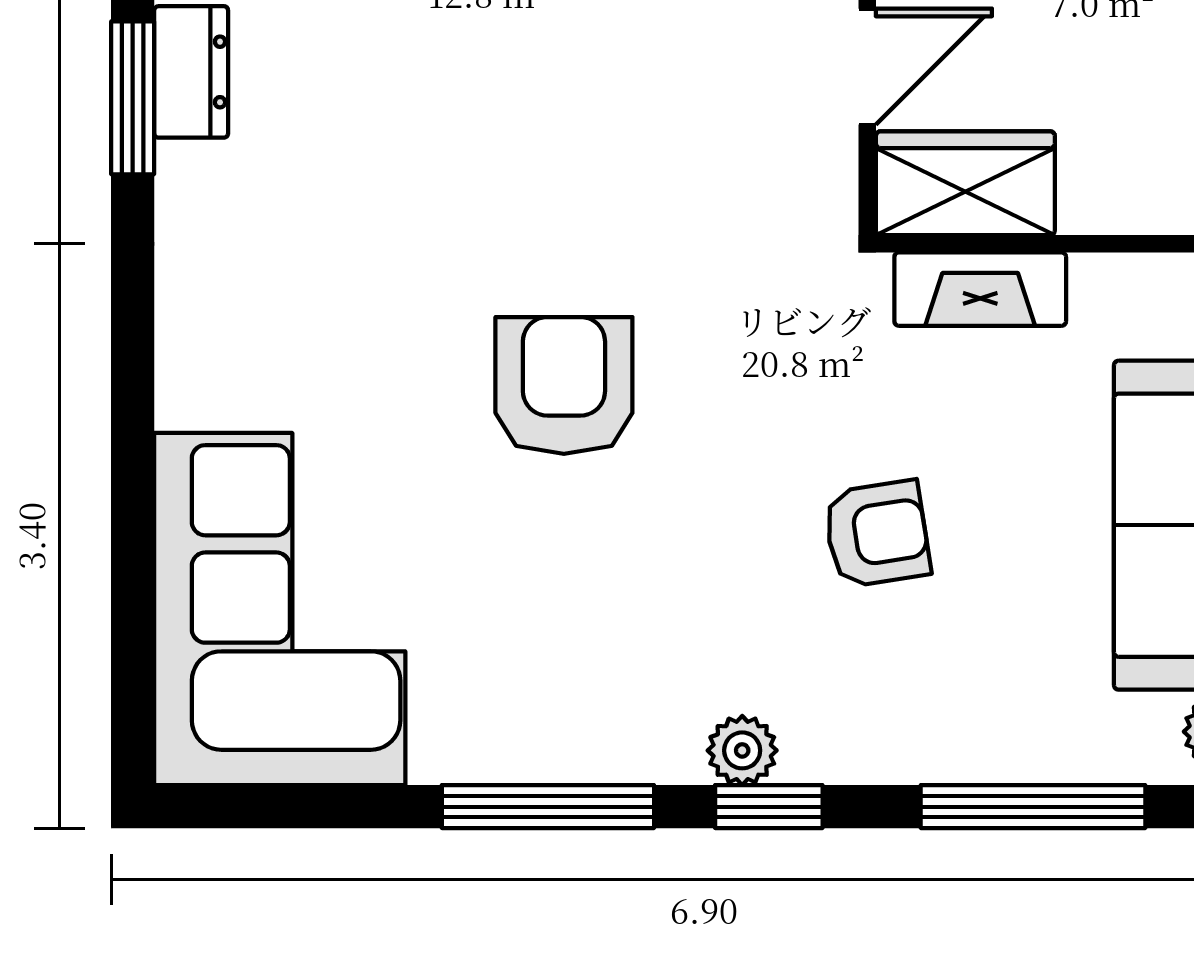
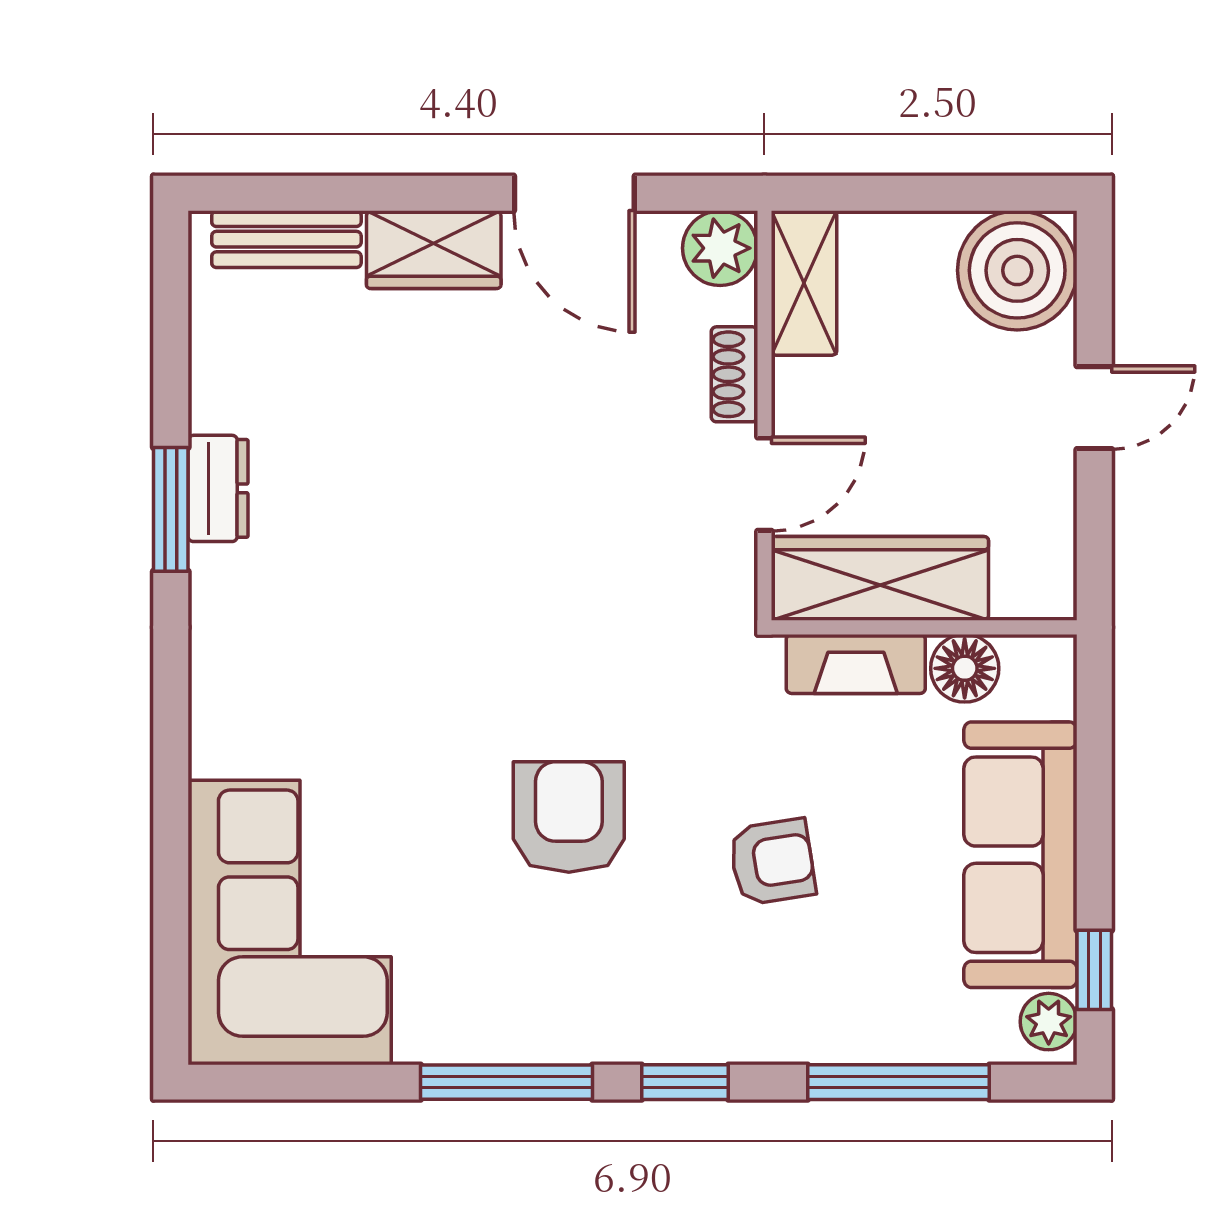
wardrobe: (965, 183) -> (880, 578), width x1.50
floor lamp: (1115, 294) -> (965, 668), added
armchair: (564, 386) -> (569, 817), moved
plant: (742, 750) -> (663, 1037), removed

